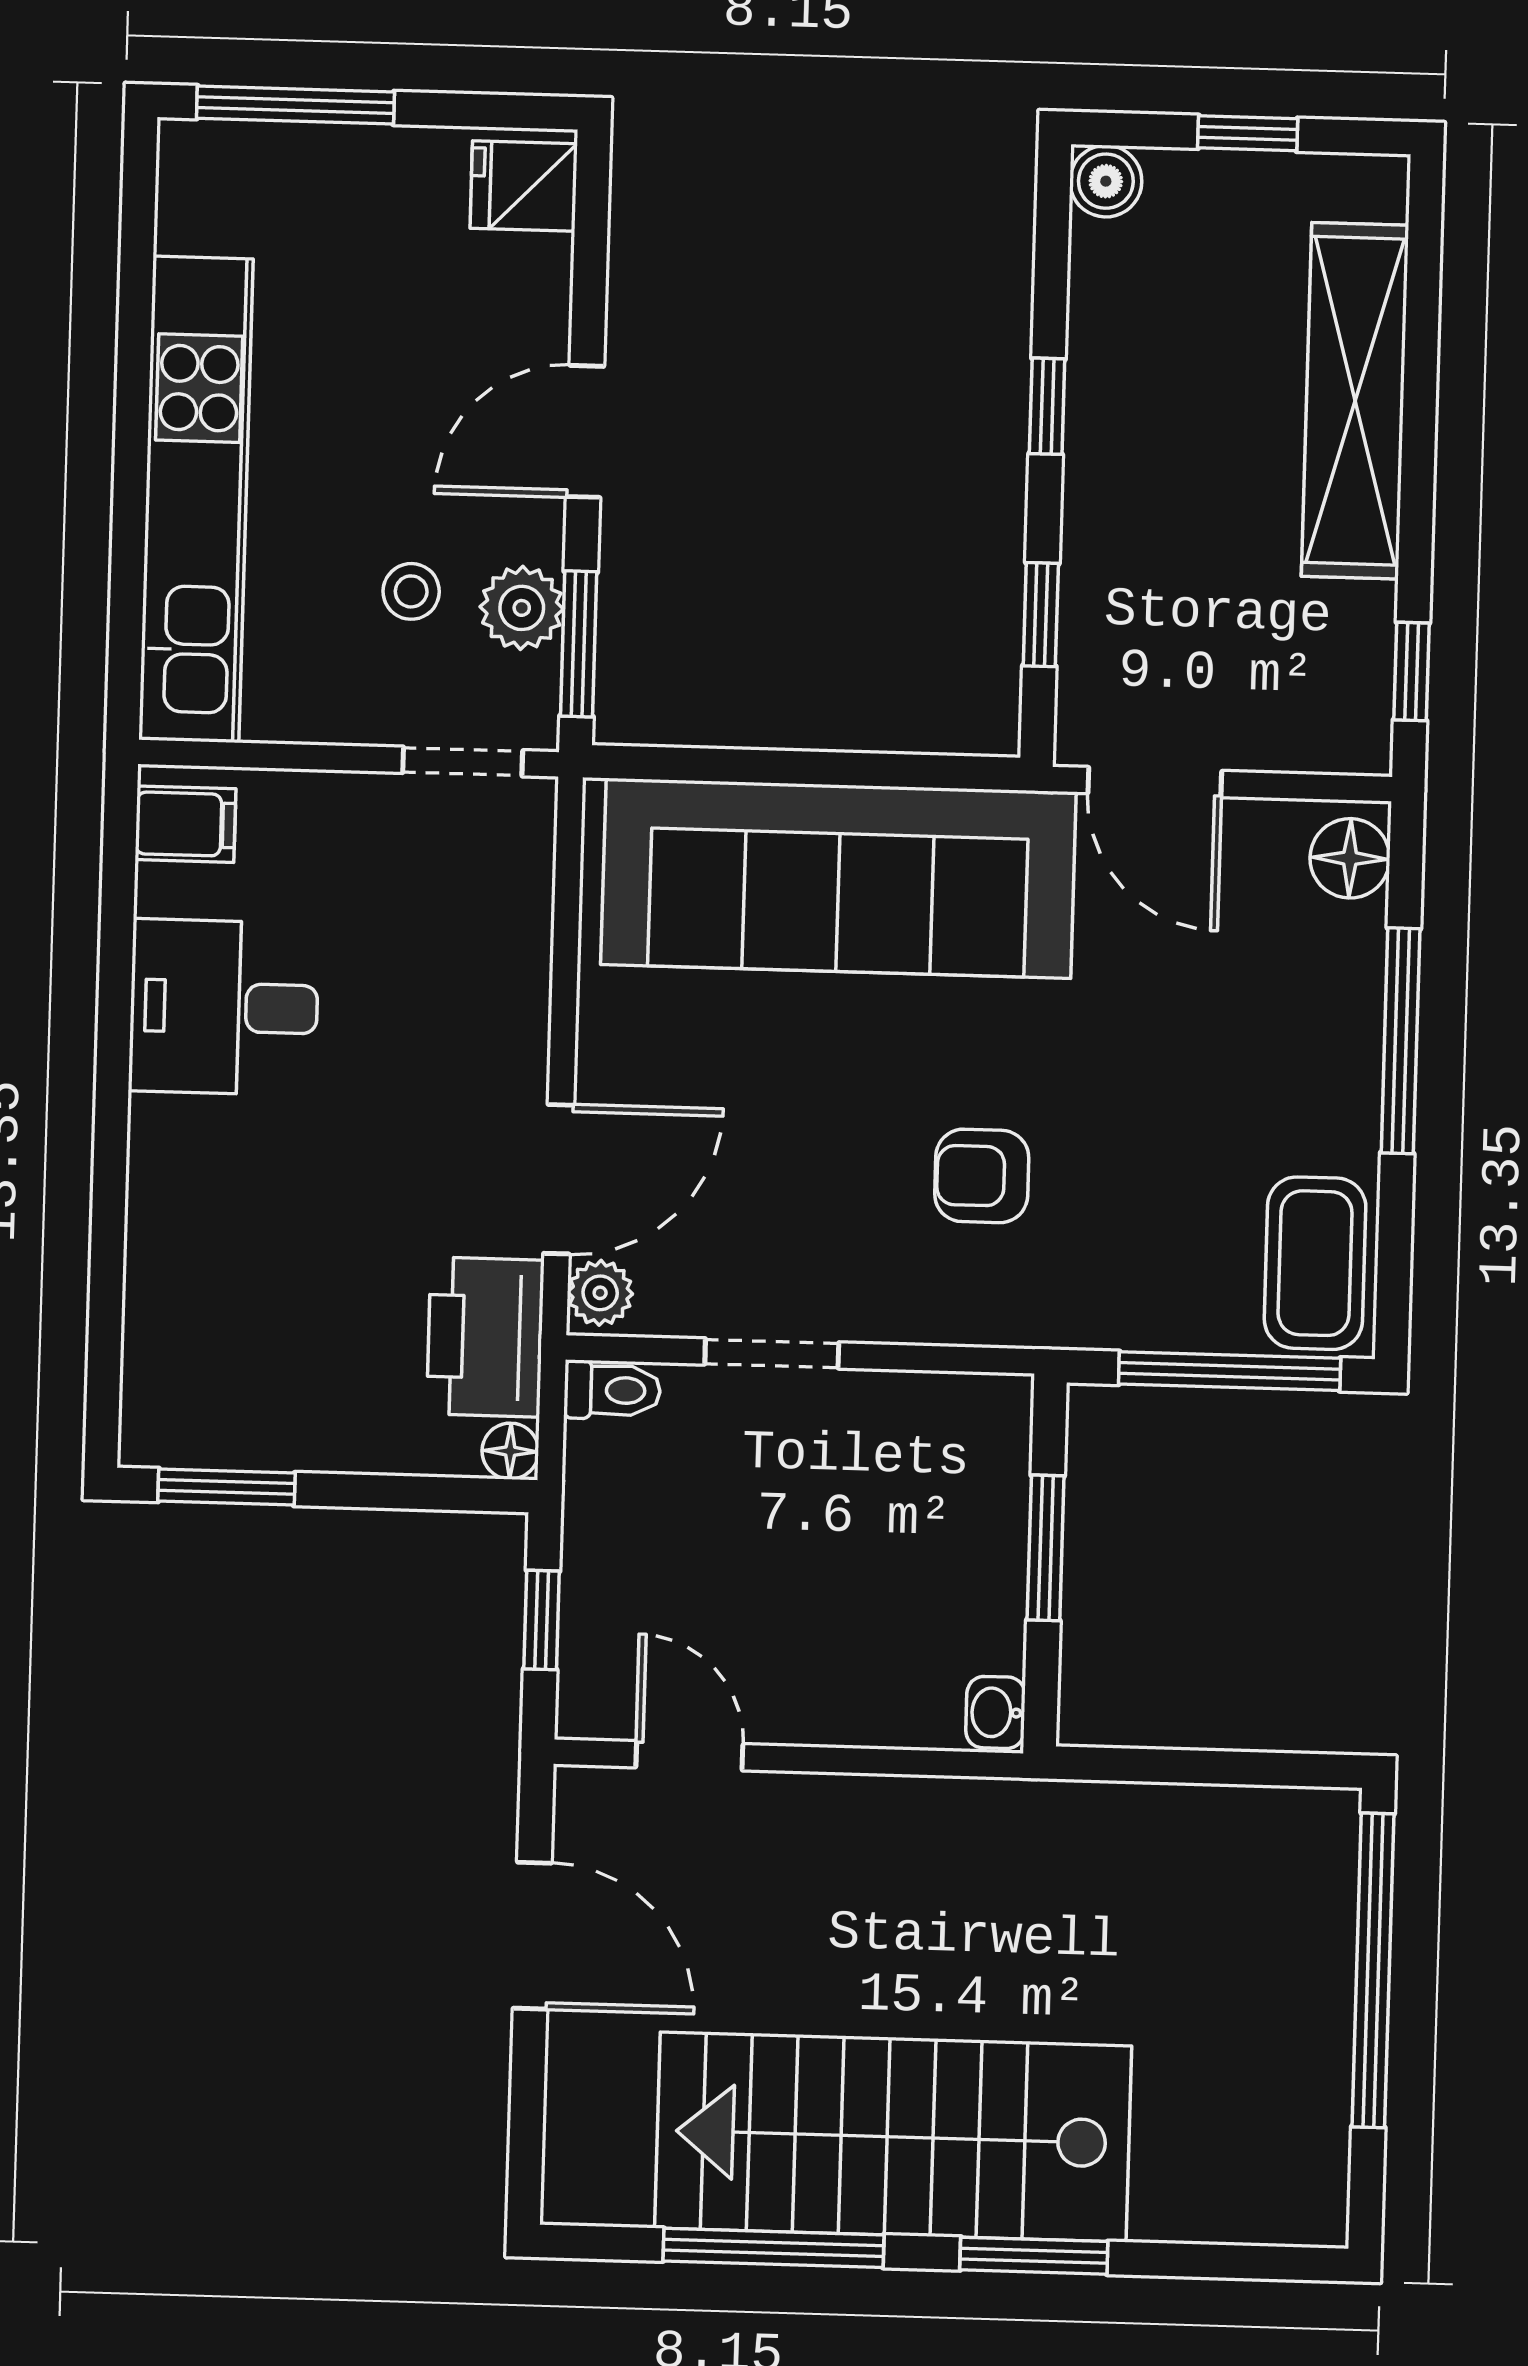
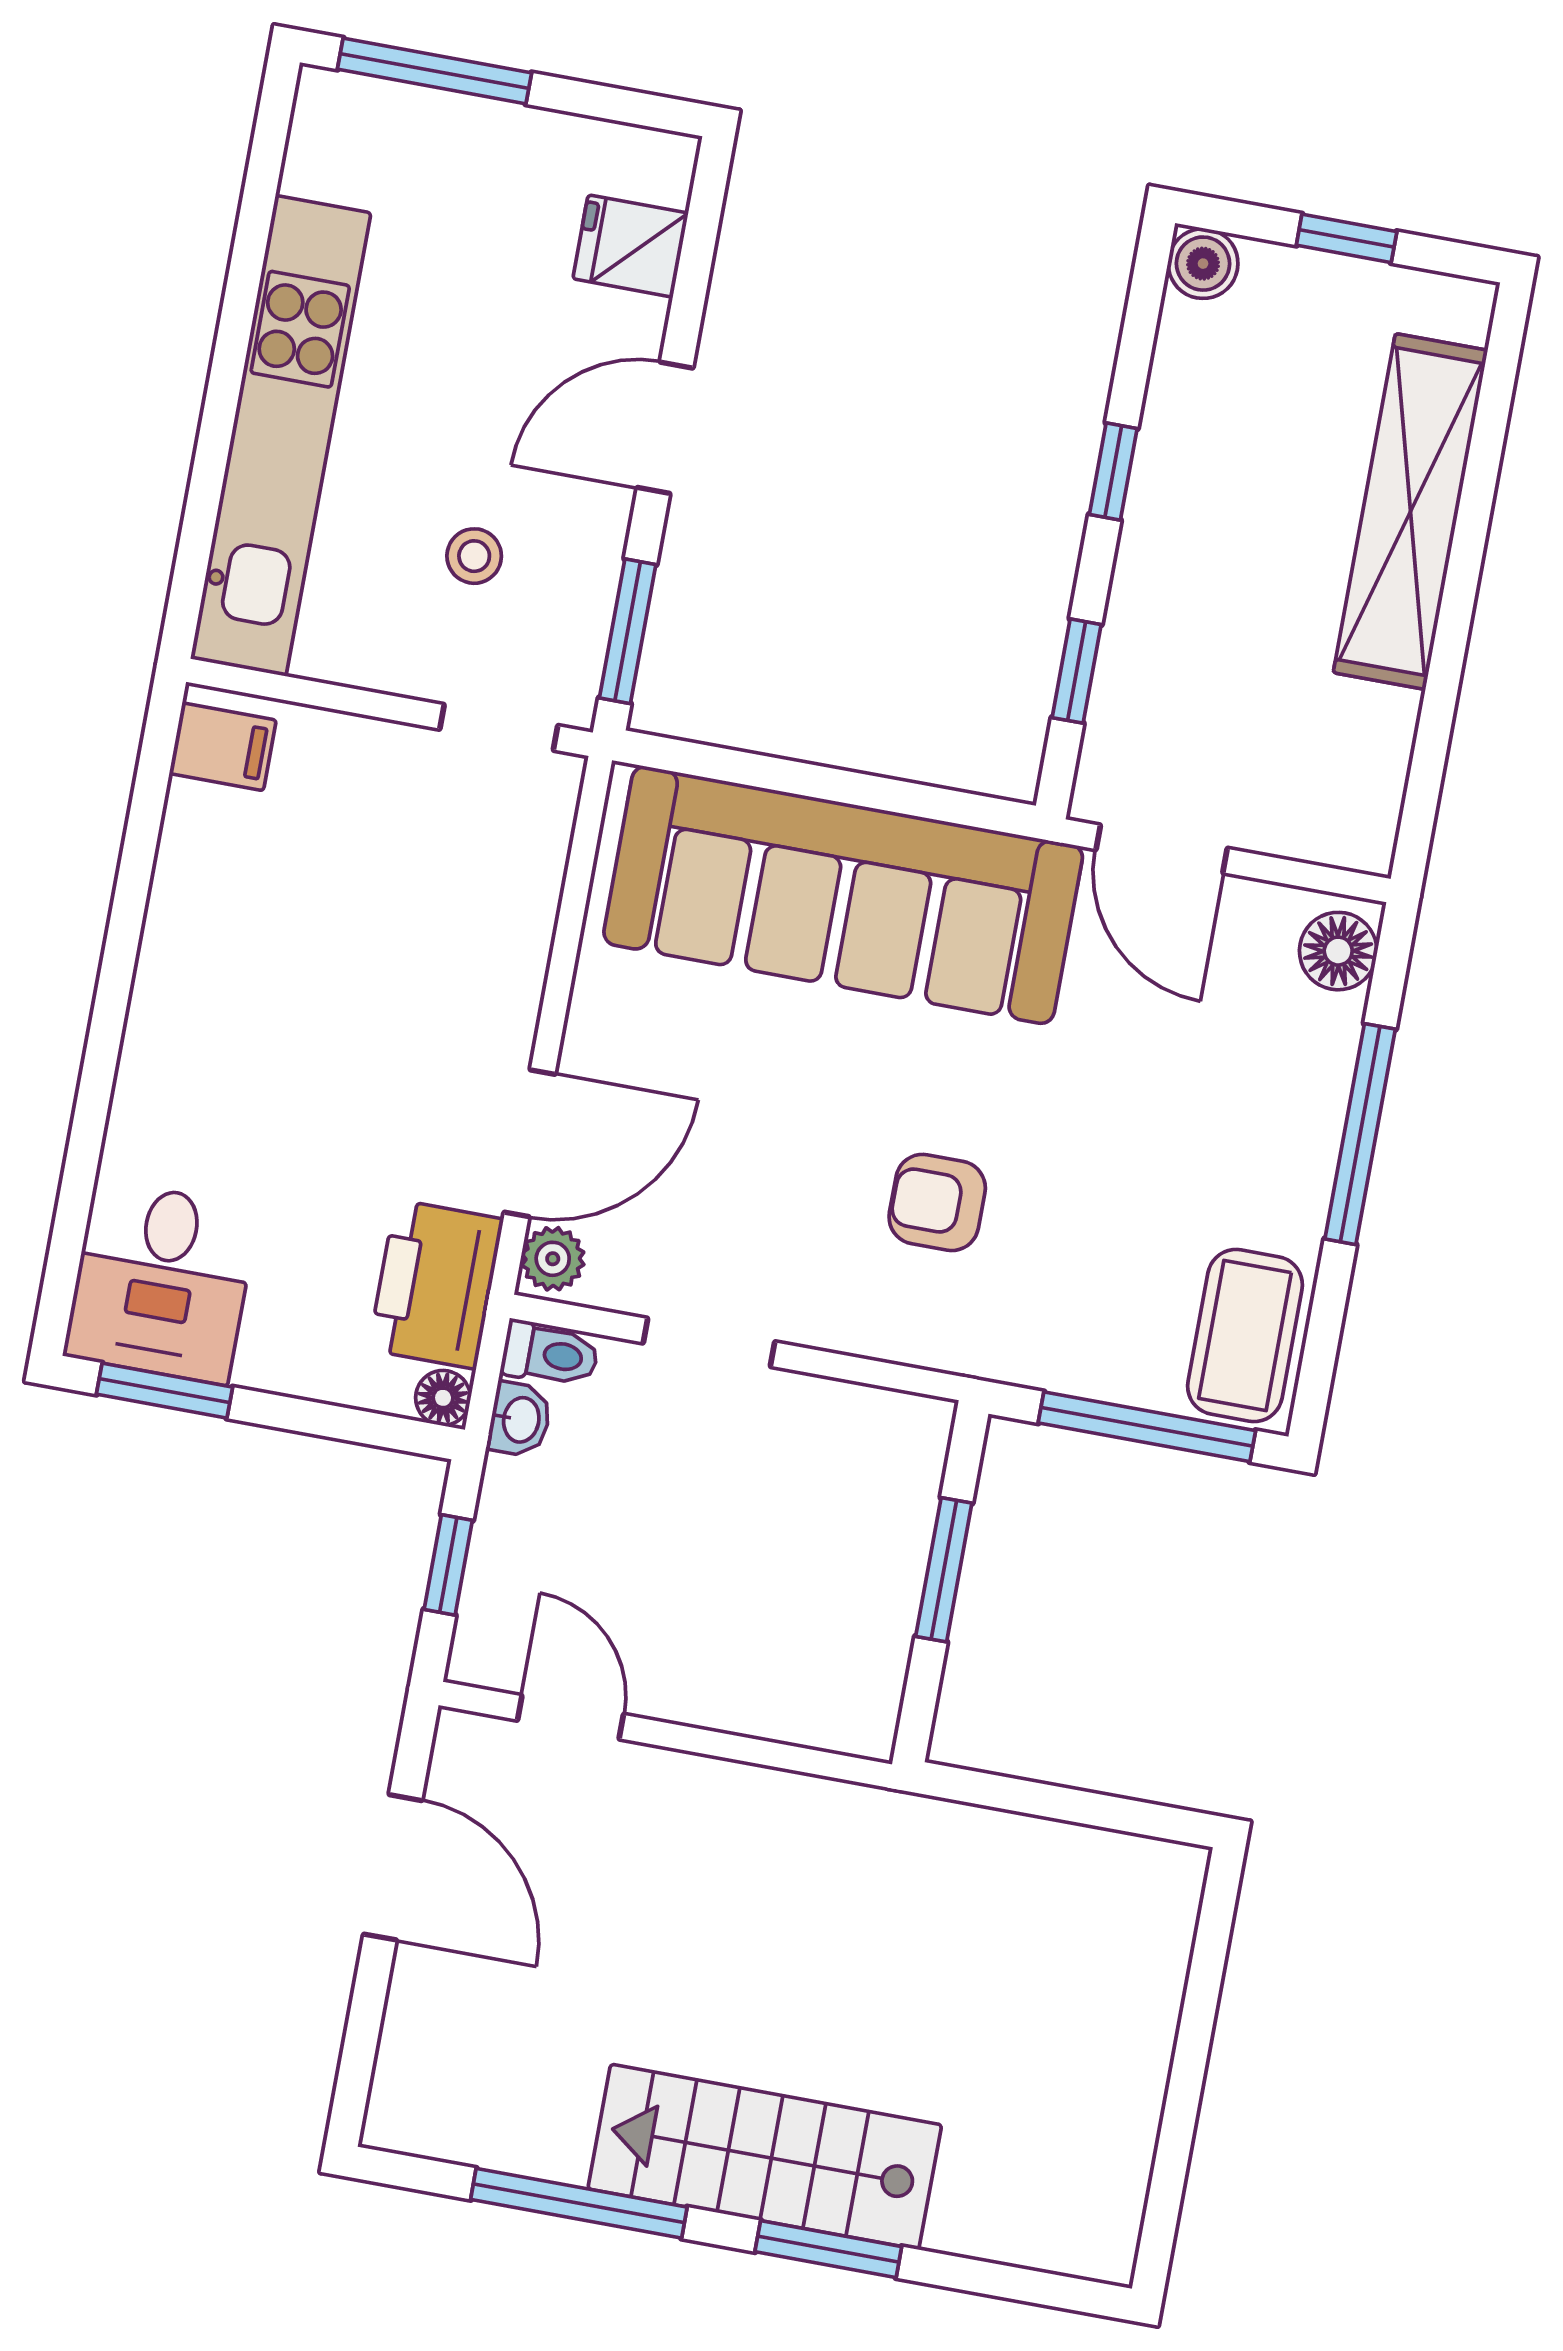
fridge: (524, 186) -> (631, 246), moved
plant: (522, 608) -> (578, 588), removed
window: (1411, 672) -> (1425, 780), removed
desk: (224, 1007) -> (161, 1282), moved, turned -90
washbasin: (995, 1712) -> (520, 1420), moved, turned 180
window: (1373, 1970) -> (1197, 2024), removed
stairs: (893, 2137) -> (765, 2157), width x0.73, depth x0.66

